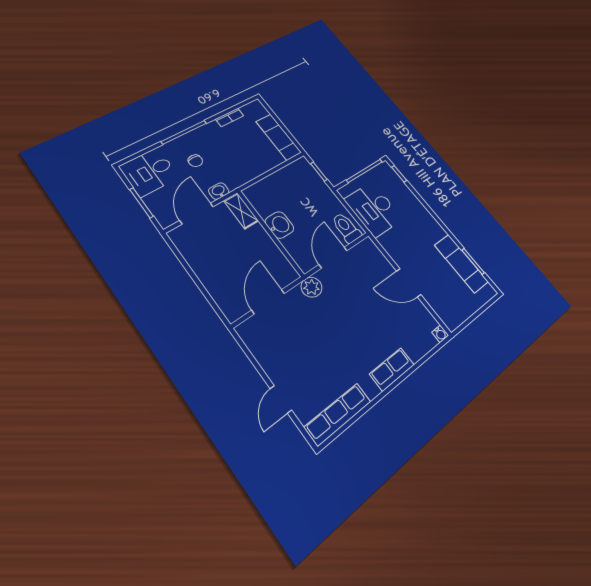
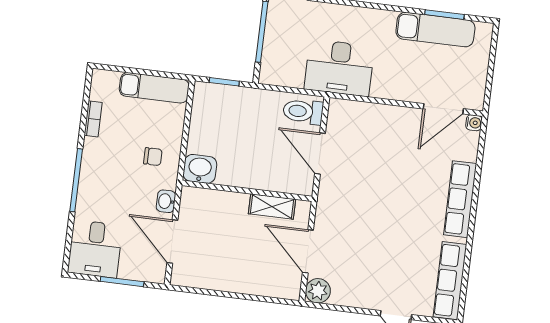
chair: (195, 161) -> (153, 157), moved
desk: (374, 209) -> (339, 68), moved
shelving: (241, 211) -> (272, 206), moved
washbasin: (279, 225) -> (200, 169), moved
door: (409, 283) -> (443, 109), moved
plant: (312, 287) -> (318, 291), moved
row of seats: (392, 369) -> (460, 199), width x1.48

